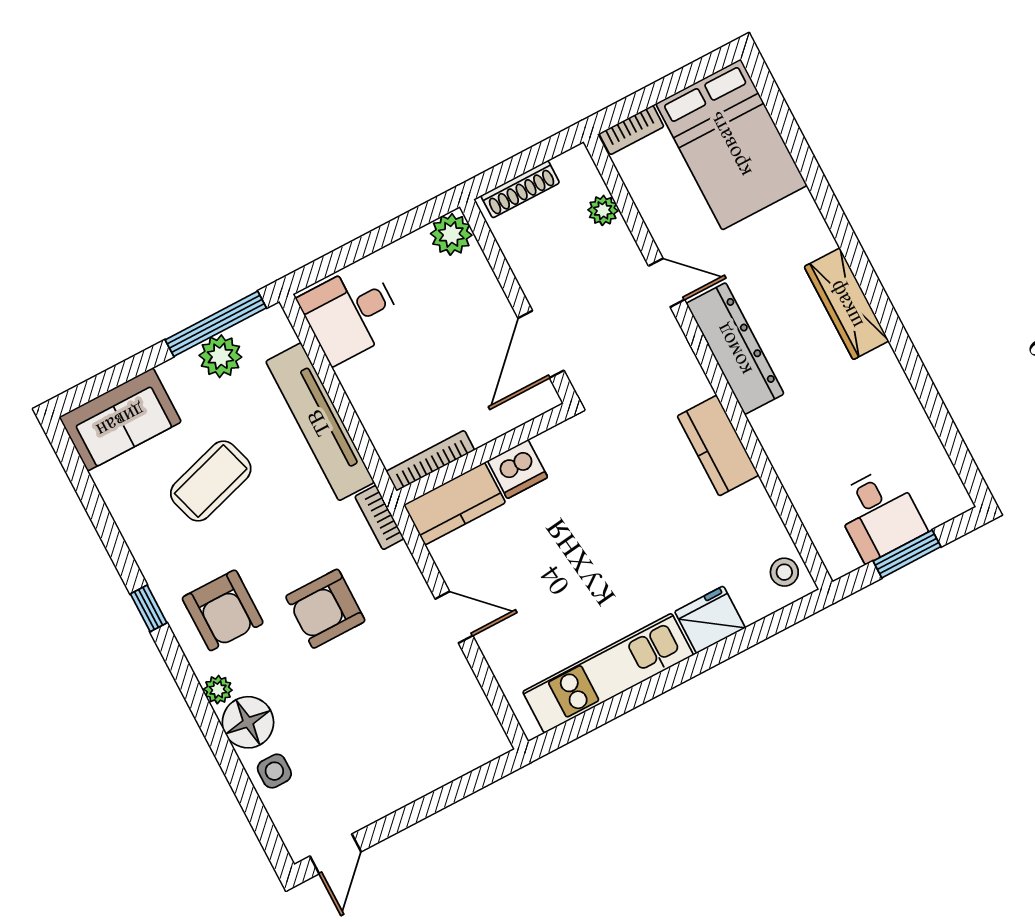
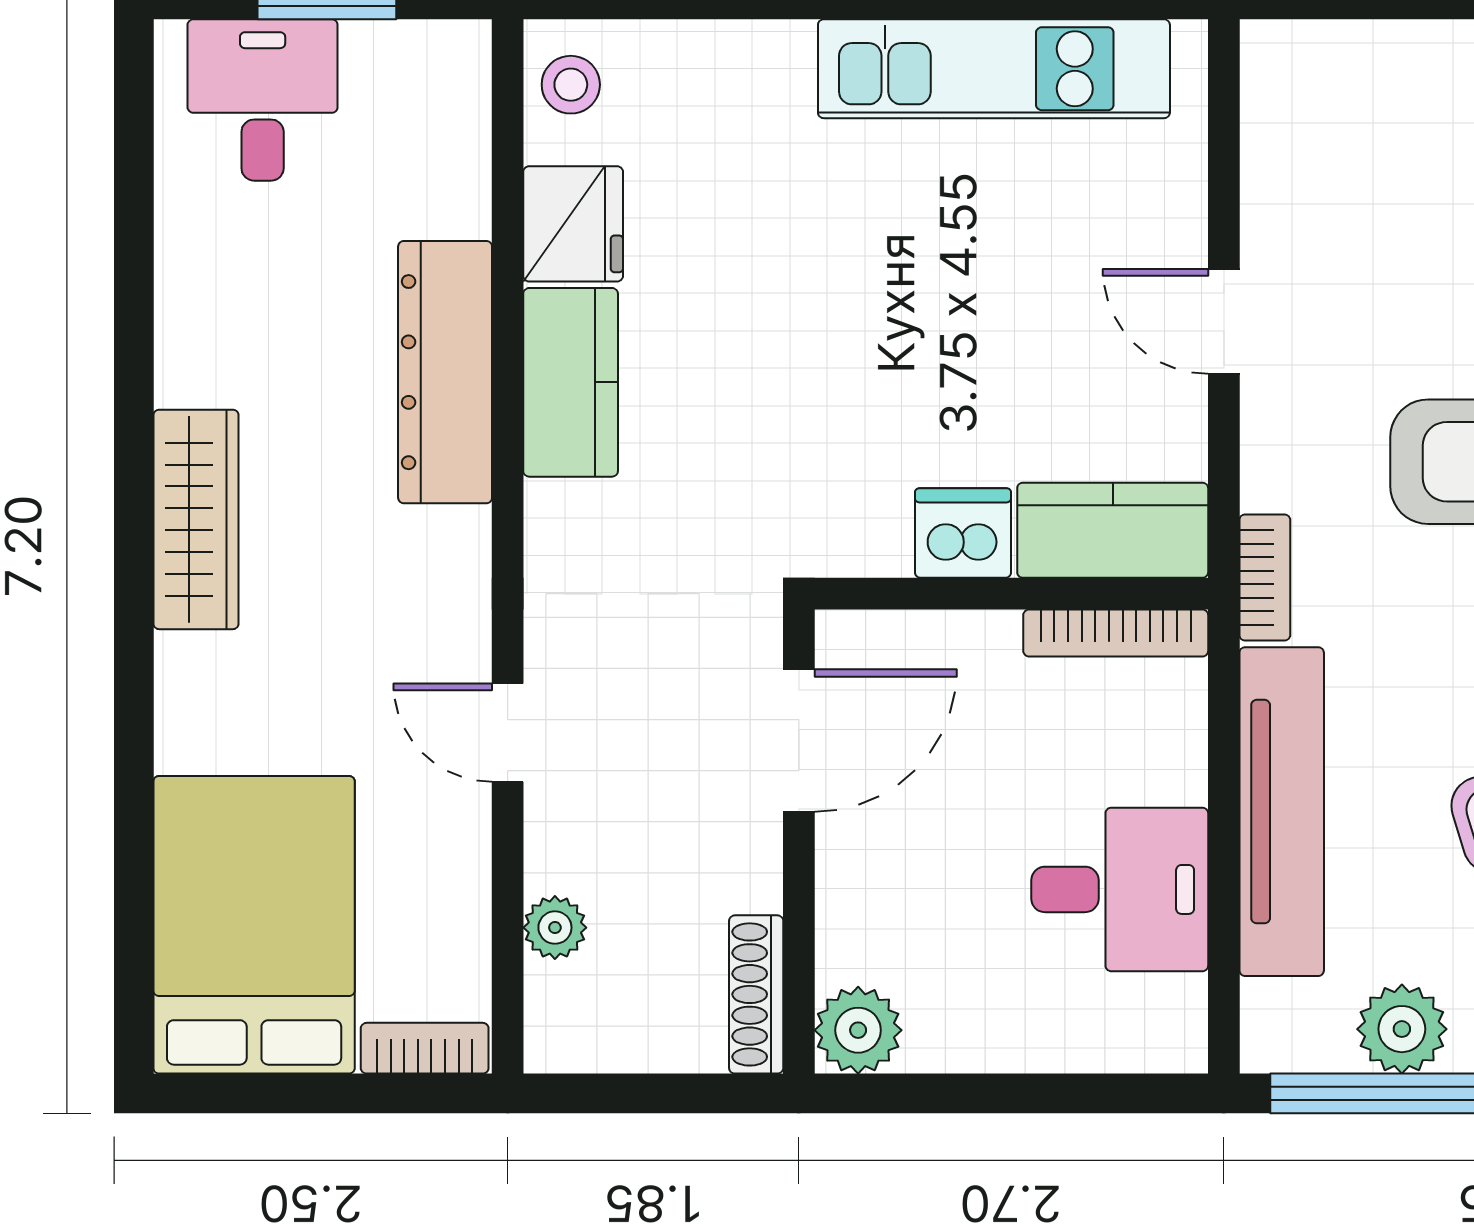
shoe rack: (520, 189) -> (756, 994), moved, turned -90
desk: (351, 313) -> (1120, 889), moved
dresser: (735, 349) -> (445, 372), moved
desk: (879, 514) -> (263, 100), moved
fridge: (710, 620) -> (573, 224), moved, turned -90

